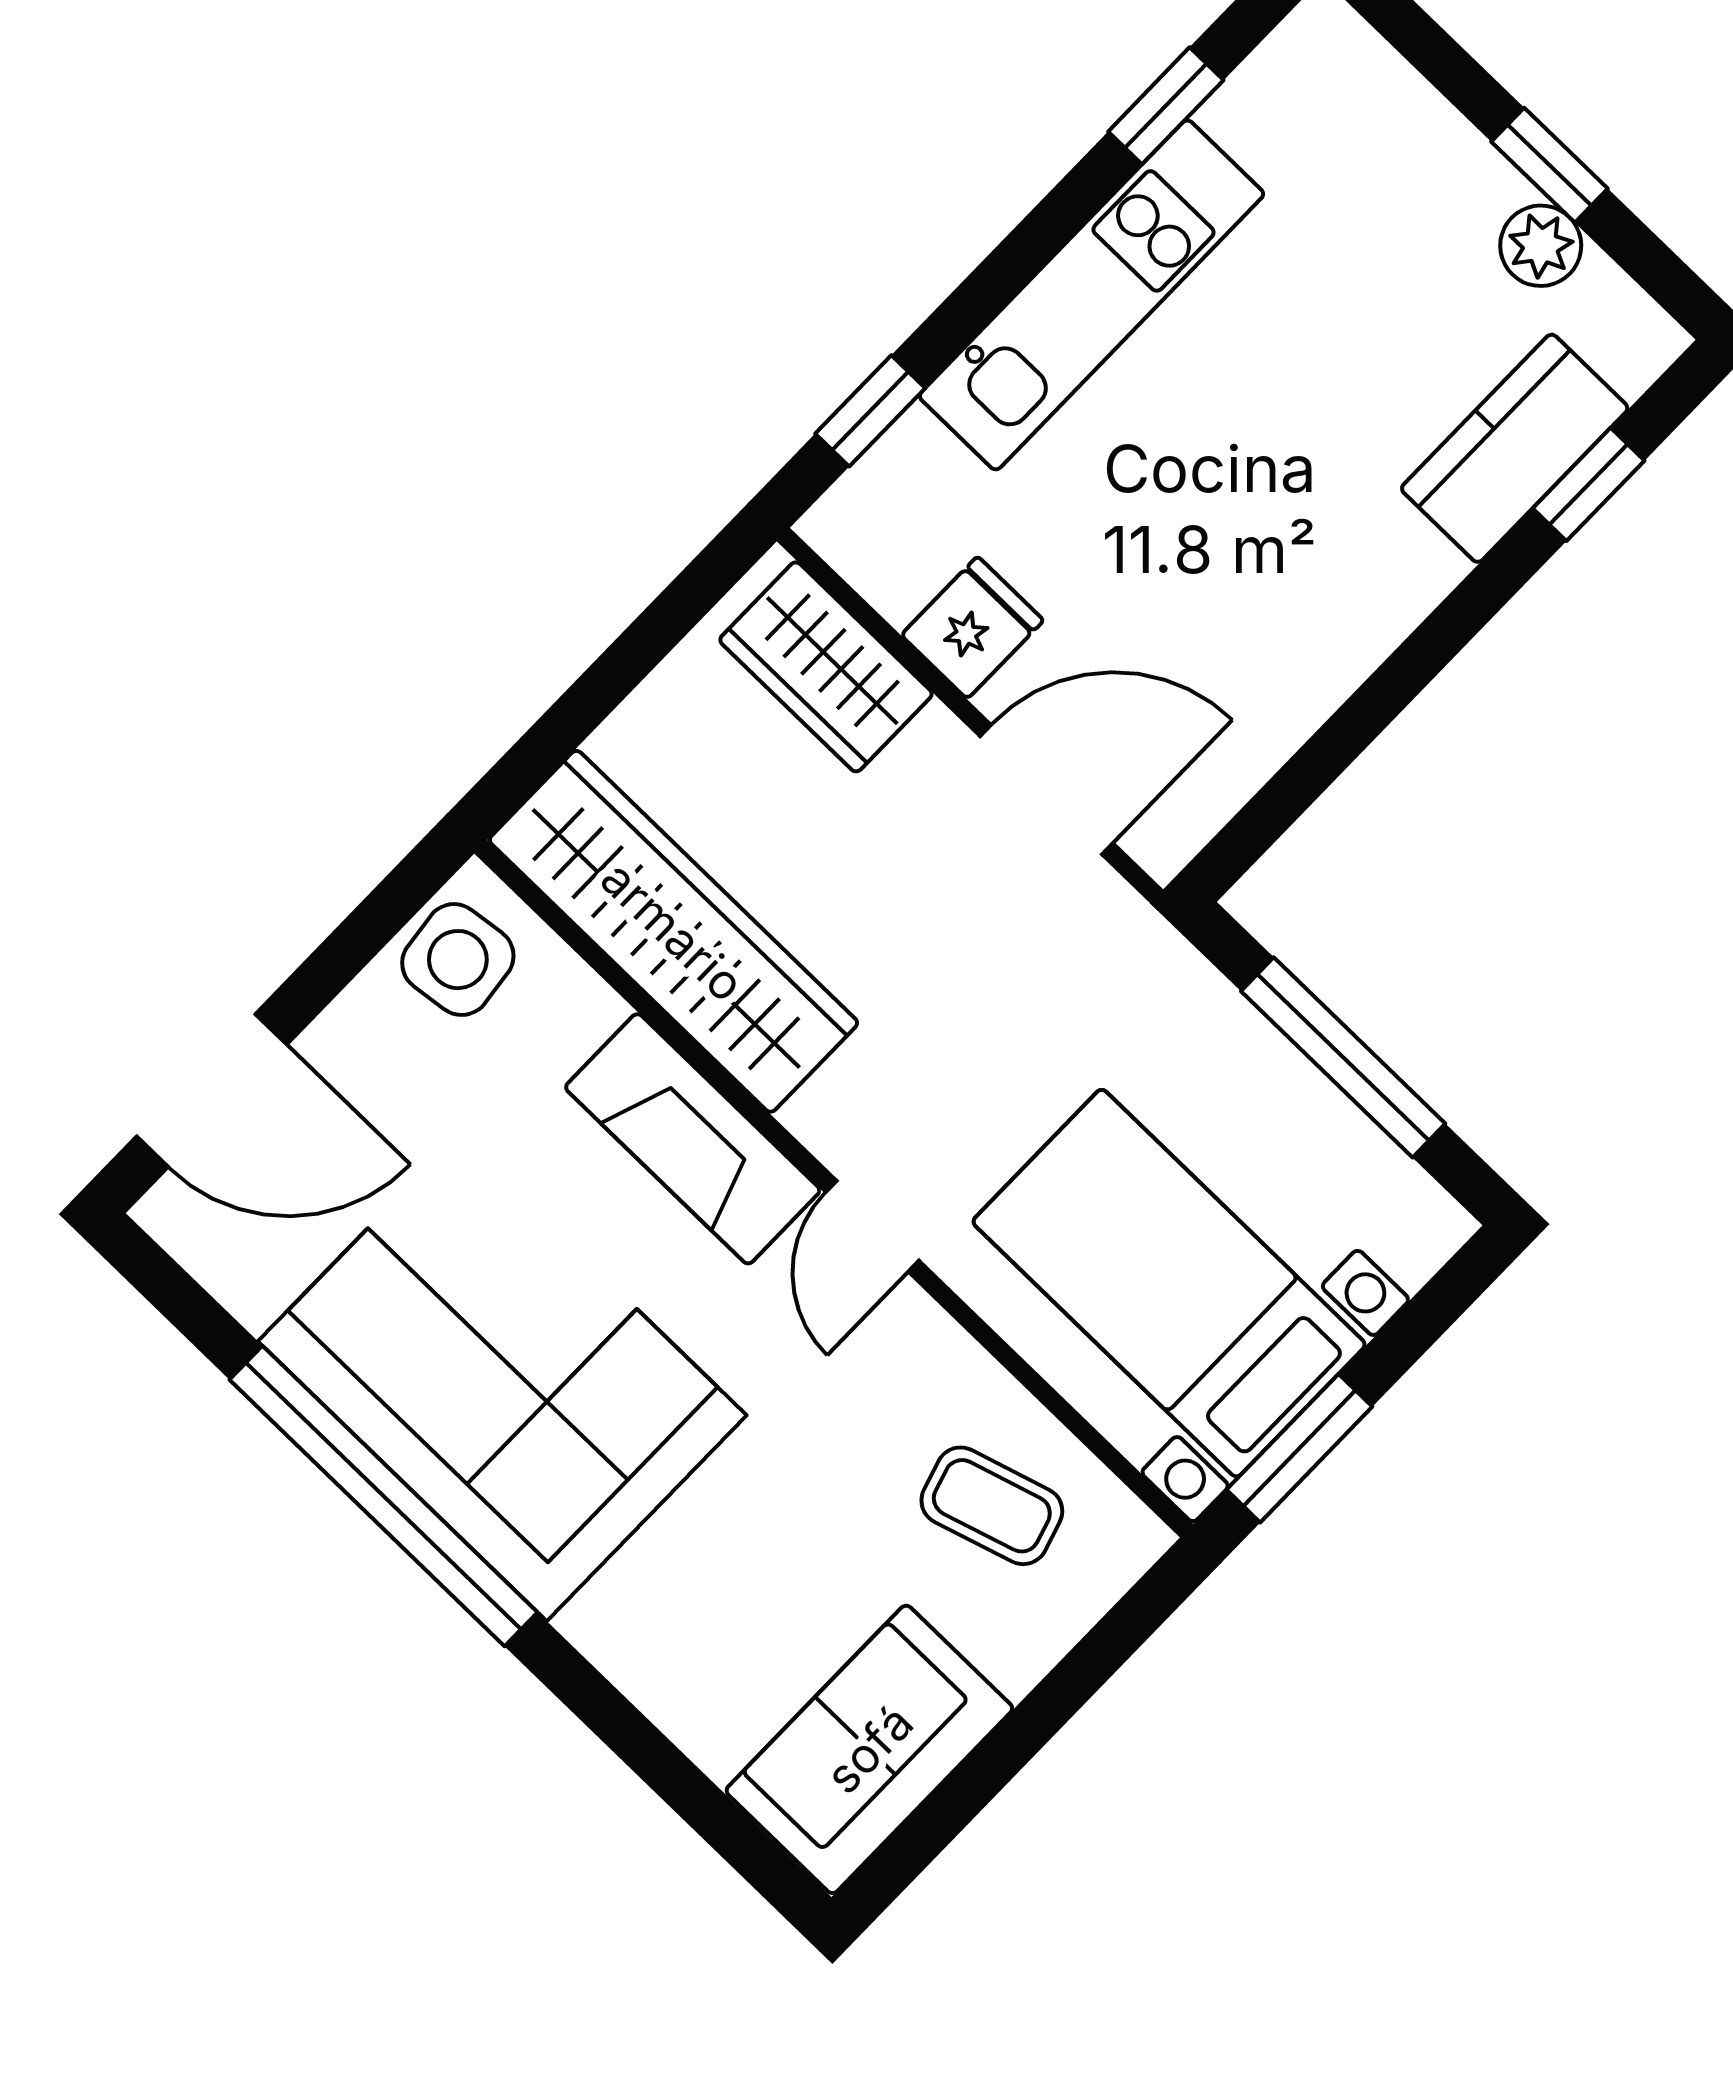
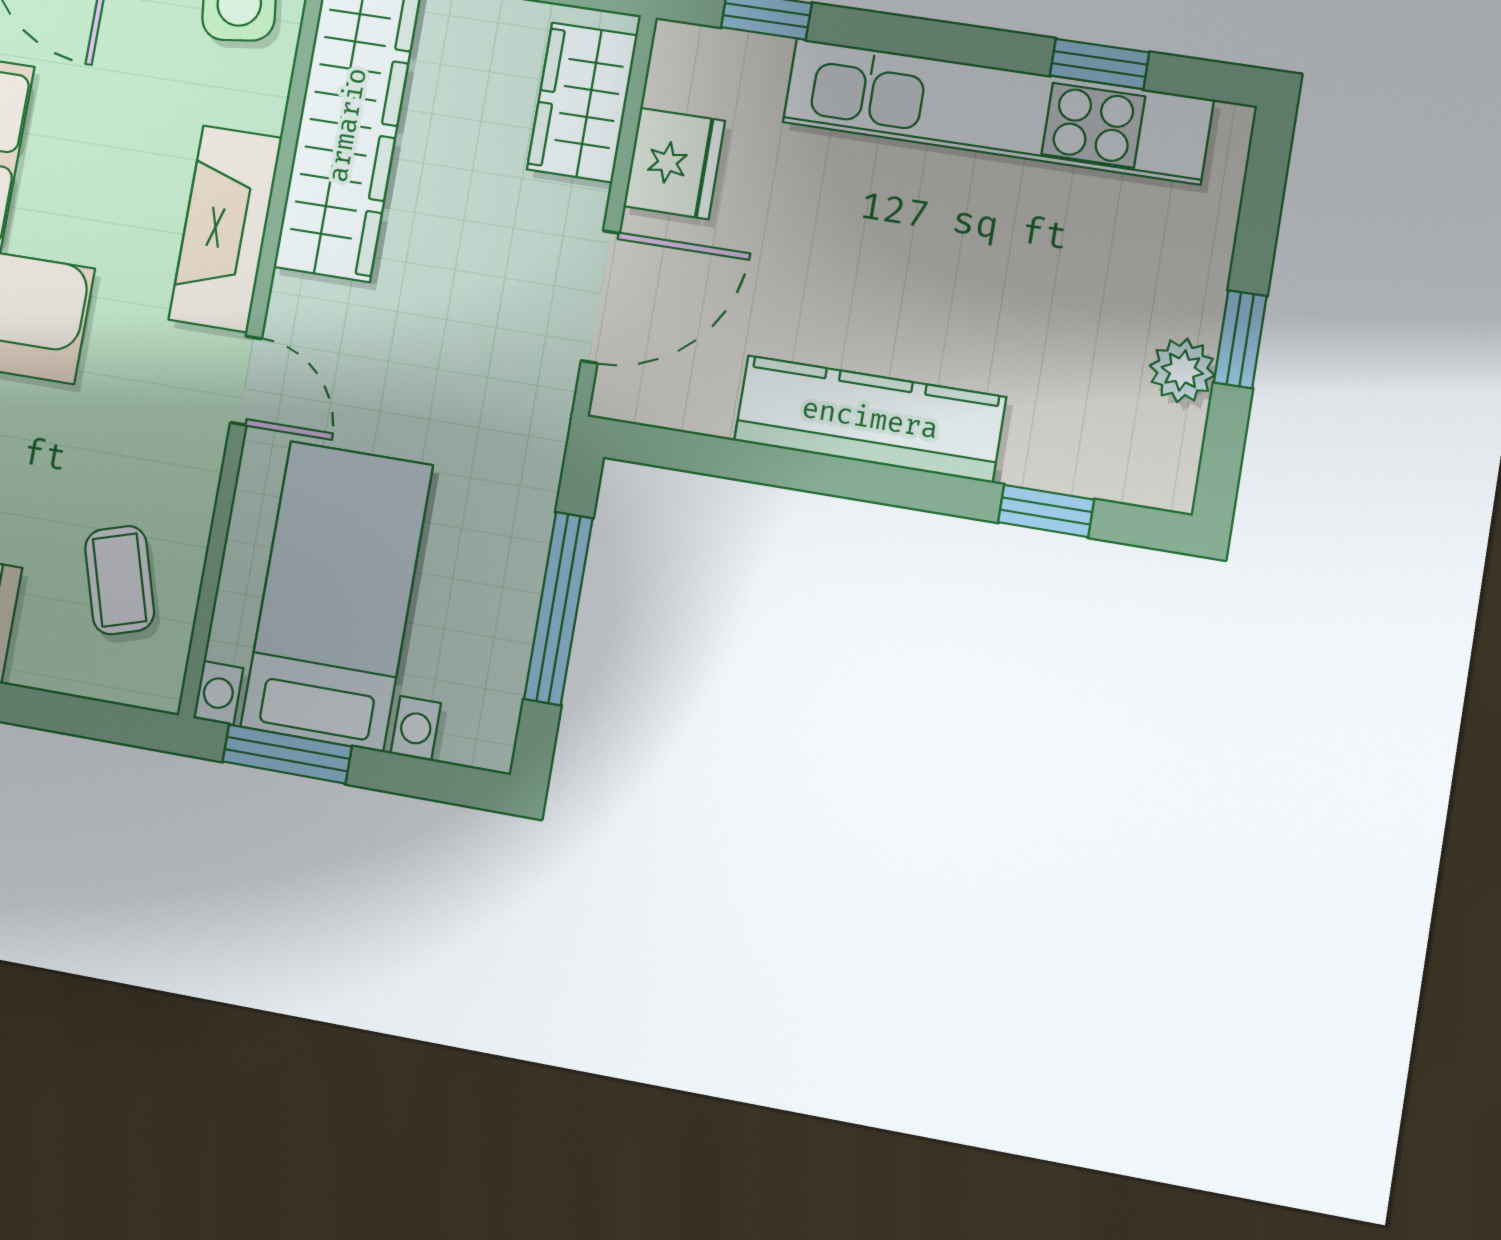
kitchen unit: (1092, 295) -> (997, 111), width x1.36
kitchen counter: (1515, 448) -> (870, 419), moved, width x1.50
fridge: (972, 628) -> (674, 163), width x1.38
door: (1046, 790) -> (600, 297), hinge flipped
door: (872, 1226) -> (246, 381), swing flipped

